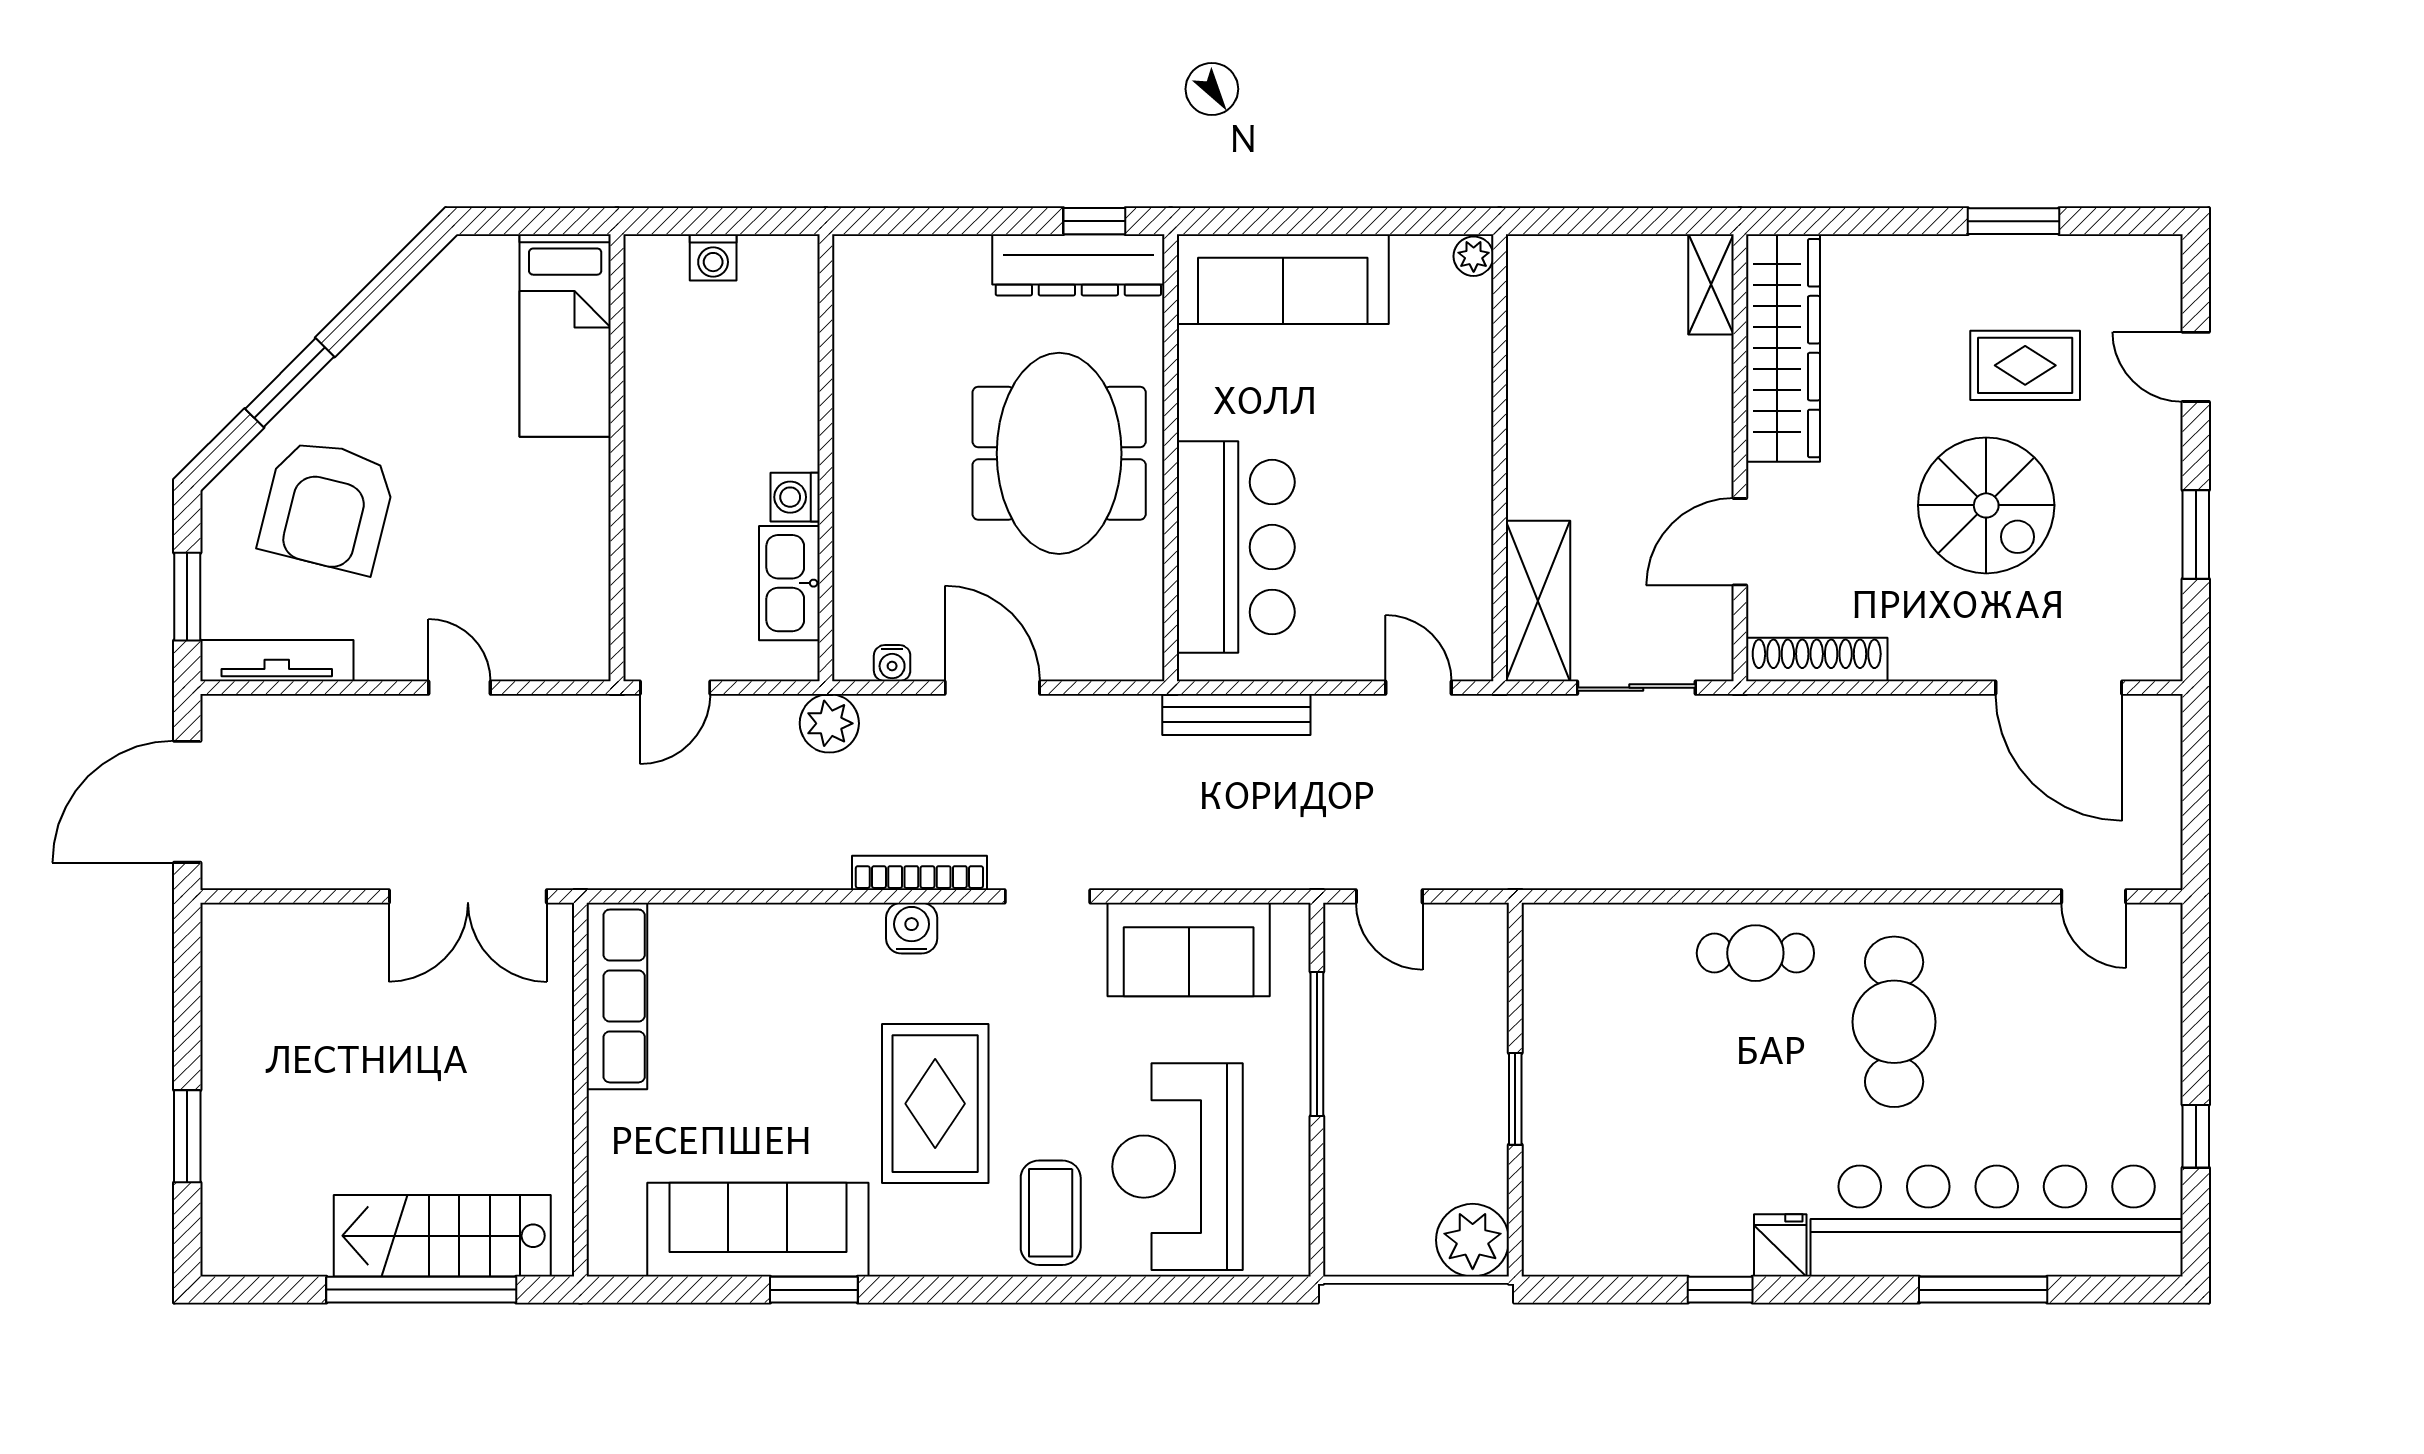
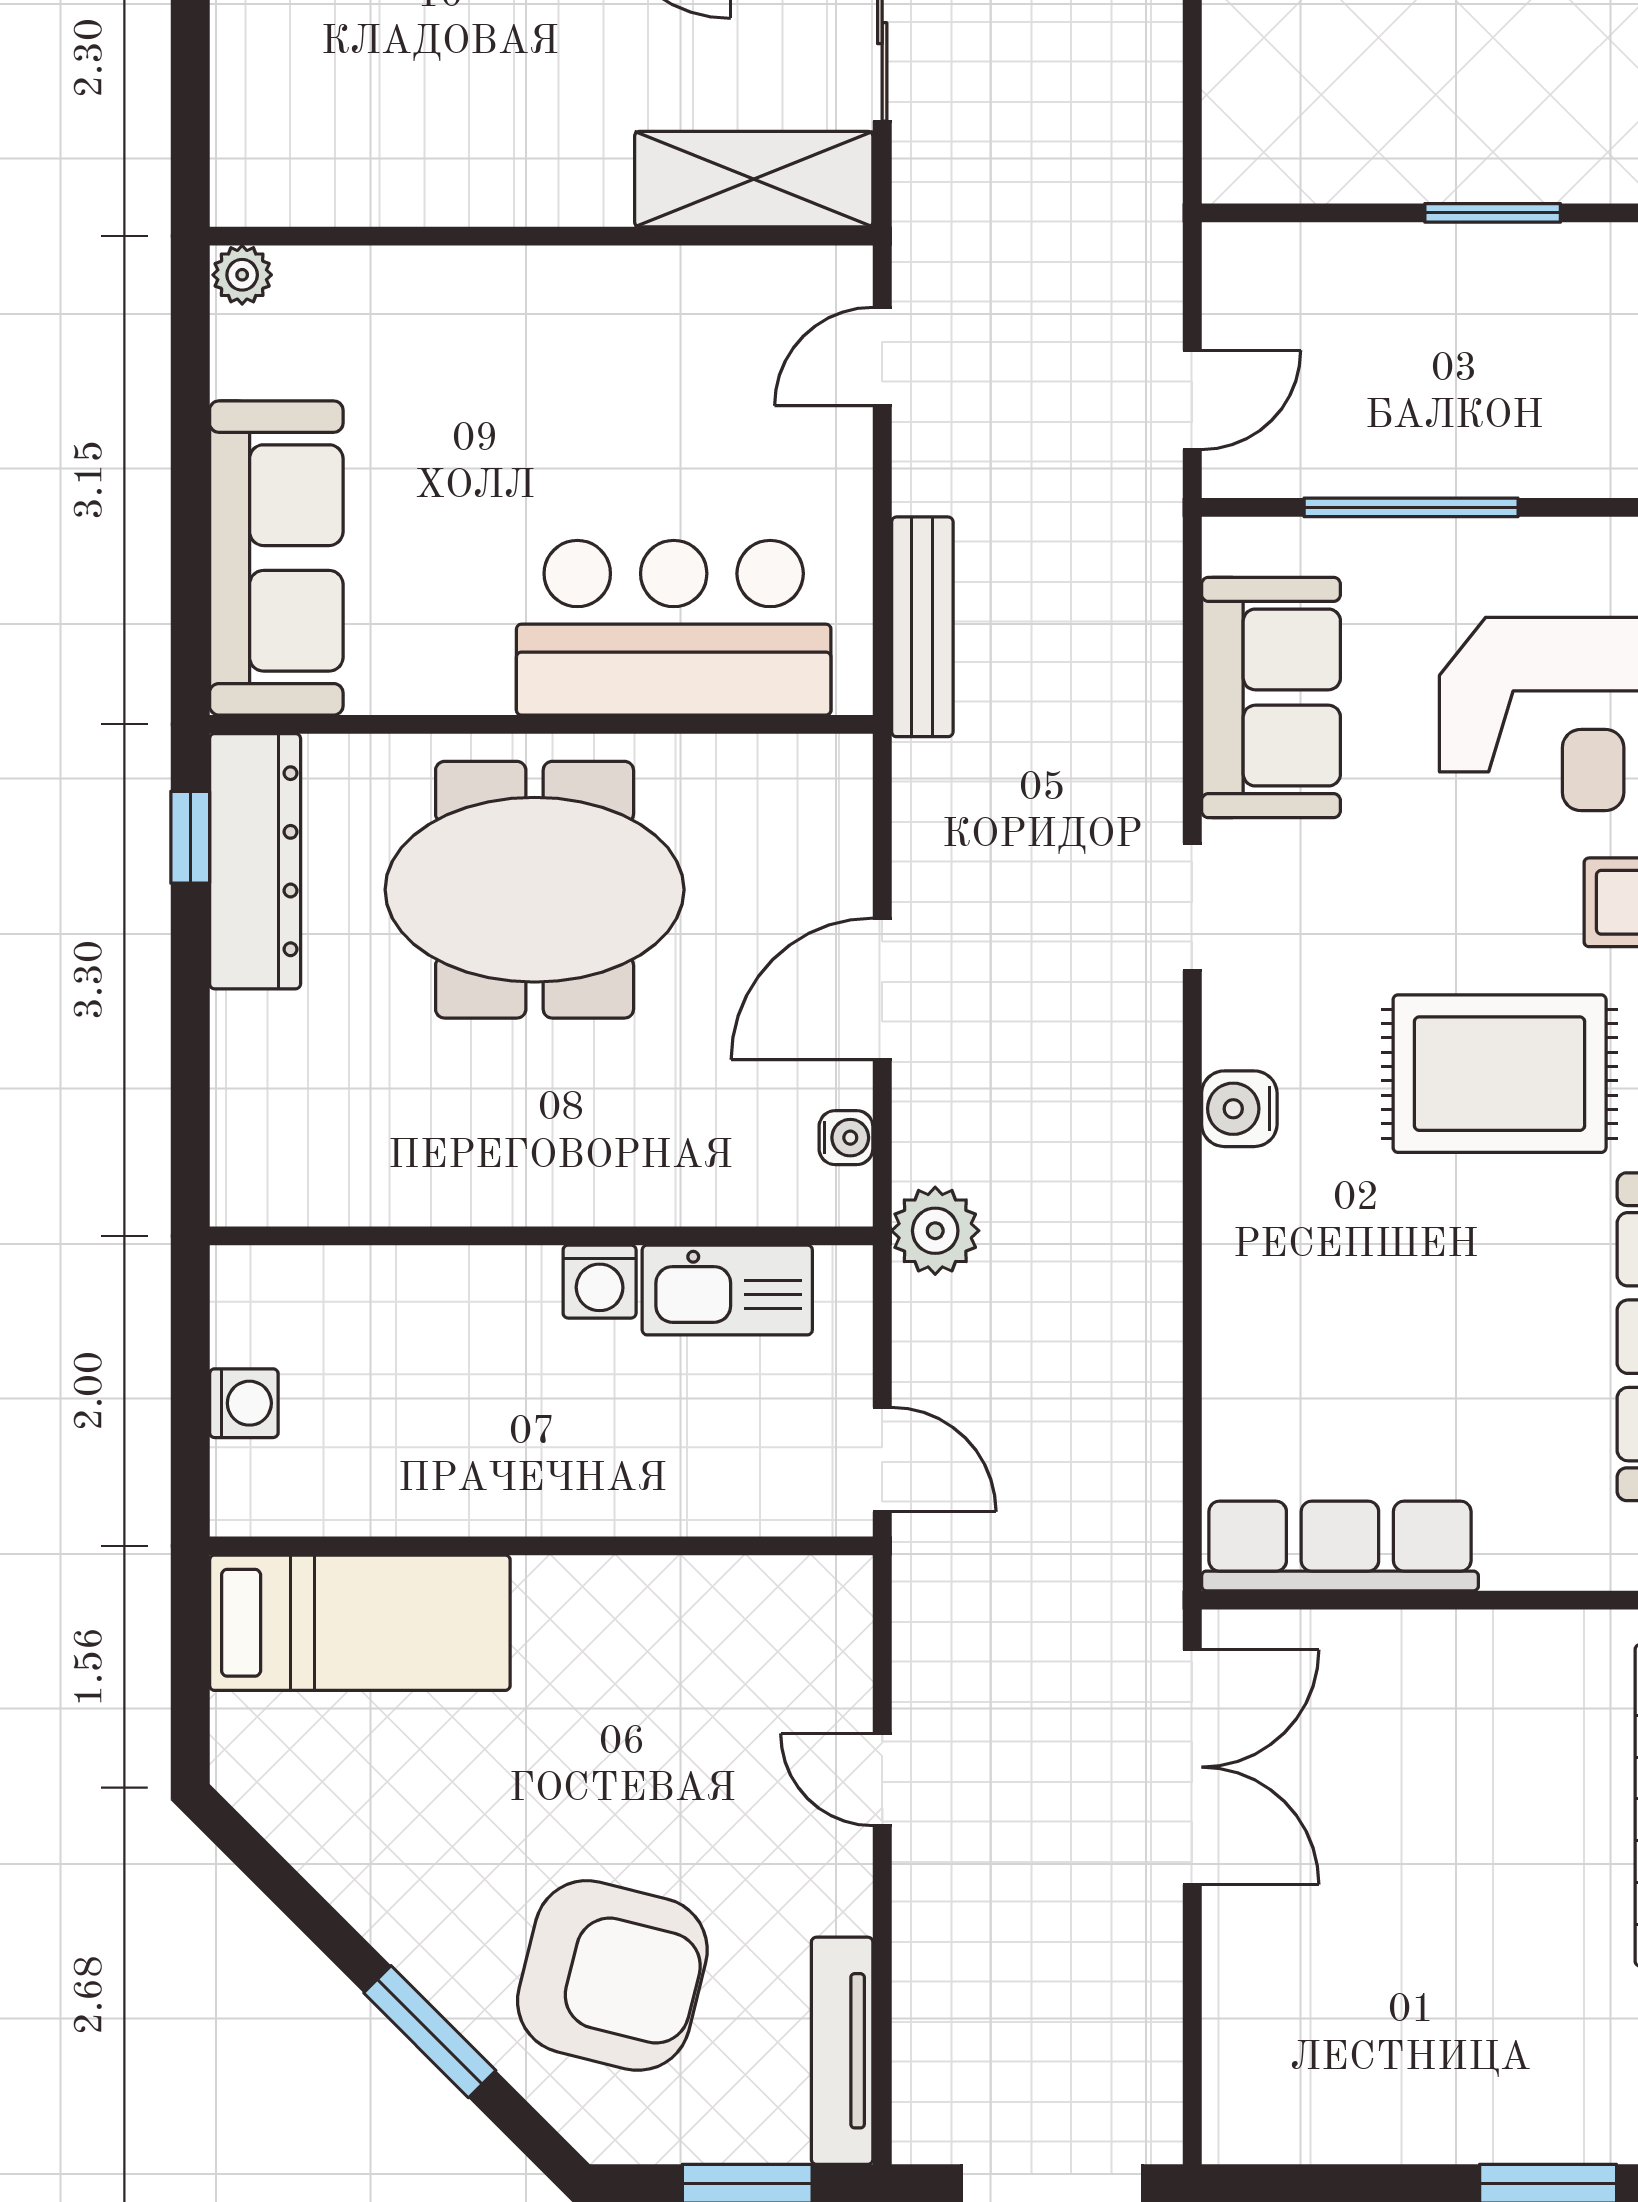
door: (460, 688) -> (882, 1780), hinge flipped
bookcase: (919, 873) -> (1157, 1097), removed

